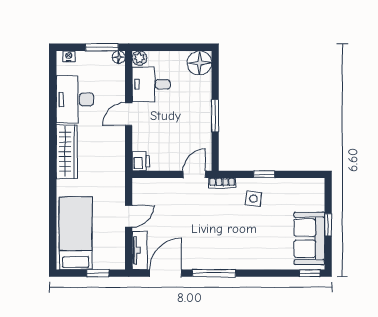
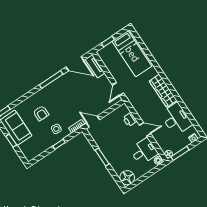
door: (129, 114) -> (145, 129), hinge flipped
printer: (141, 161) -> (130, 120), moved
door: (194, 174) -> (93, 121), swing flipped
door: (129, 216) -> (118, 89), moved
armchair: (260, 235) -> (41, 113), added
door: (166, 273) -> (75, 64), hinge flipped

